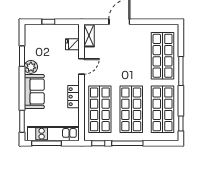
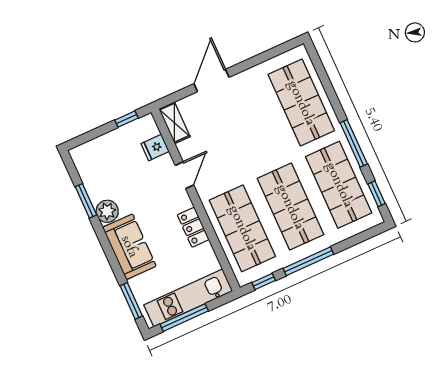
window: (48, 22) -> (126, 119), moved
window: (181, 71) -> (354, 143), moved

